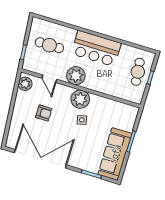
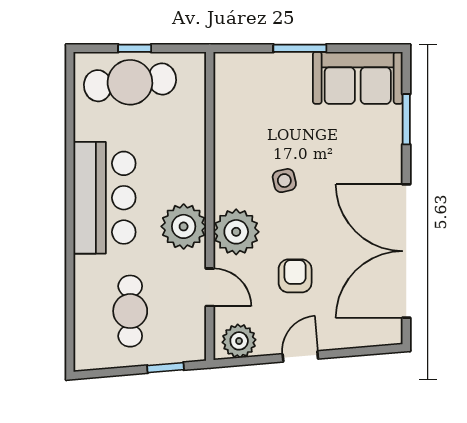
cafe table: (138, 72) -> (130, 82), width x1.37, depth x1.35
door: (49, 79) -> (210, 287), hinge flipped
plant: (80, 99) -> (236, 232), moved
door: (12, 106) -> (300, 356), added
sofa: (115, 154) -> (358, 78), width x0.73

